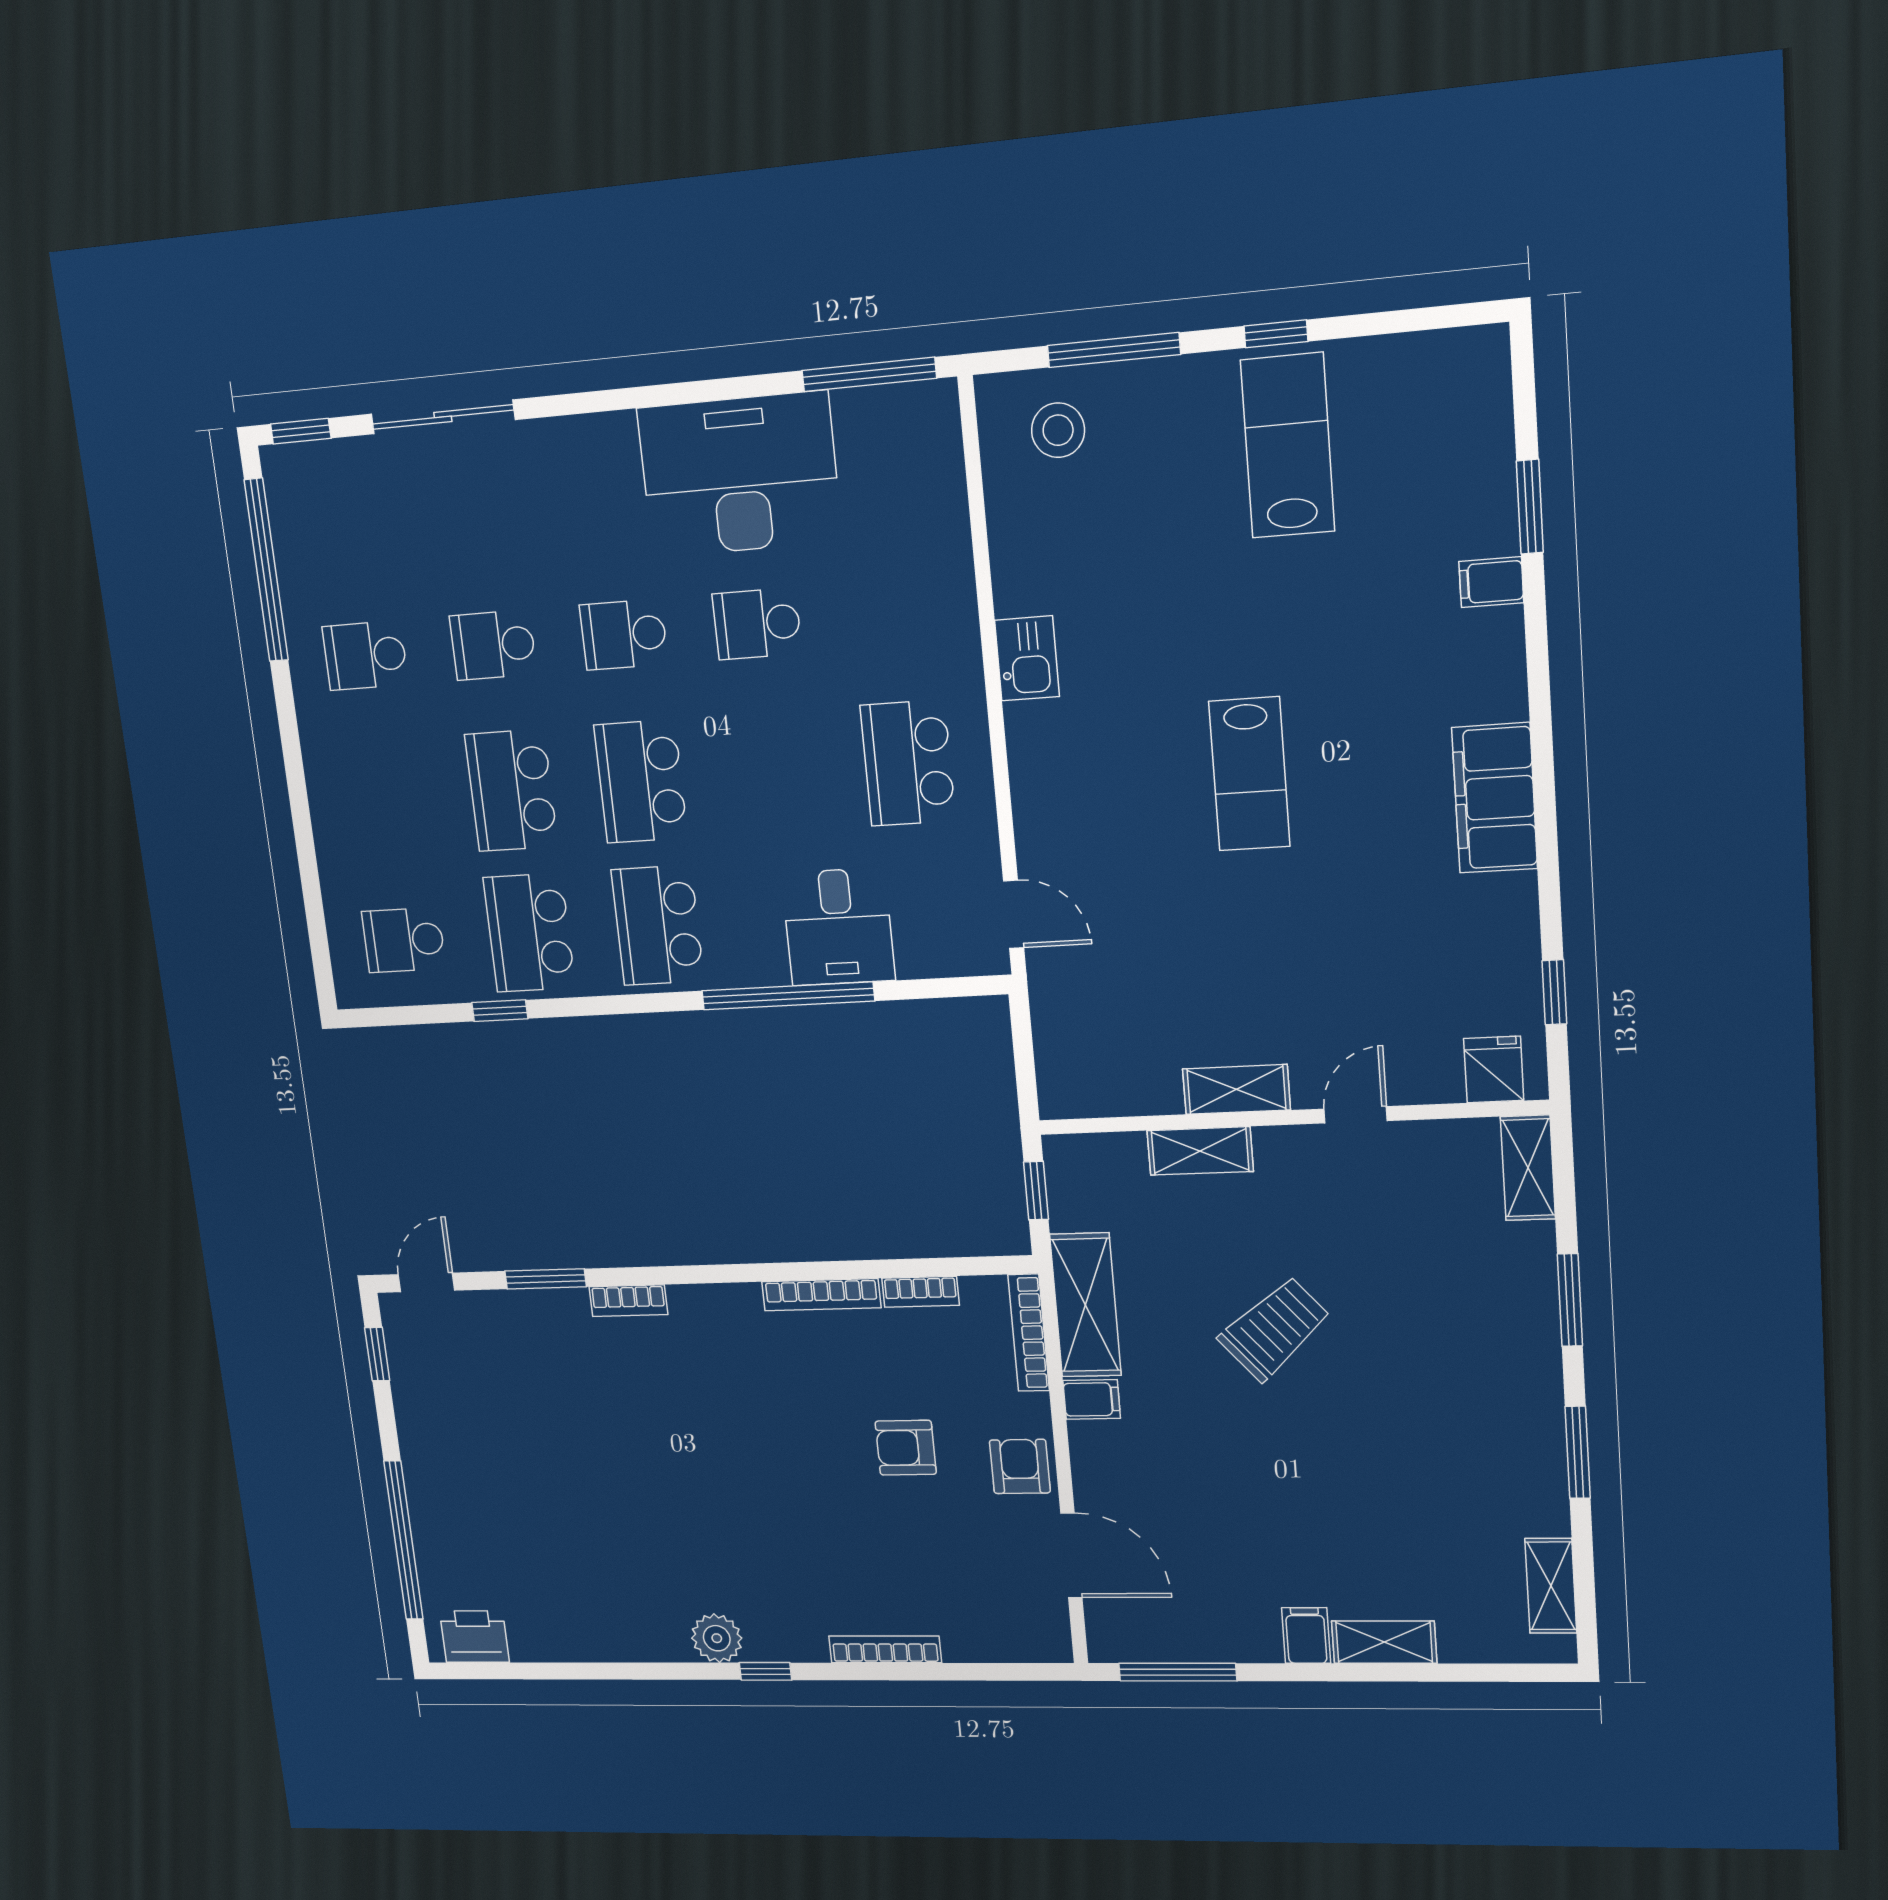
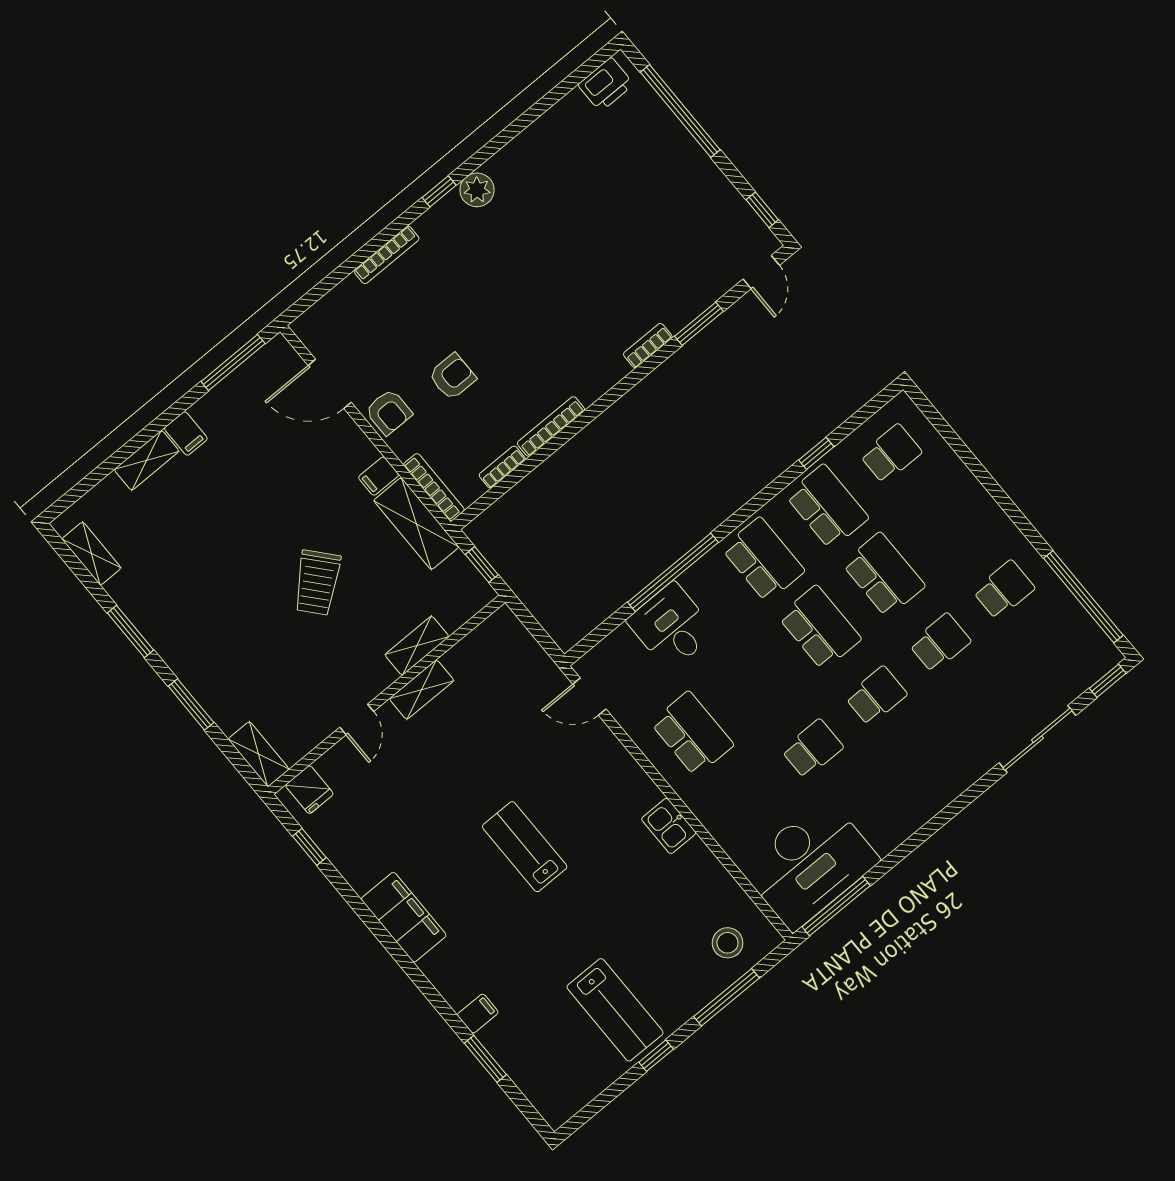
desk: (739, 475) -> (810, 864), moved

